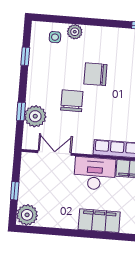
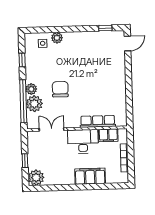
chair: (95, 74) -> (76, 68), removed
plant: (33, 96) -> (31, 89), added
window: (21, 111) -> (23, 101), width x3.17

